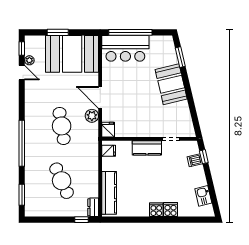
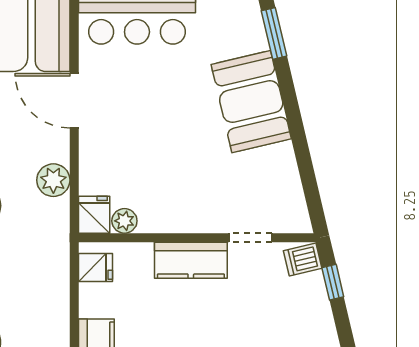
door: (100, 97) -> (74, 101), moved
plant: (120, 132) -> (124, 221), added
dishwasher: (195, 160) -> (303, 260), moved

